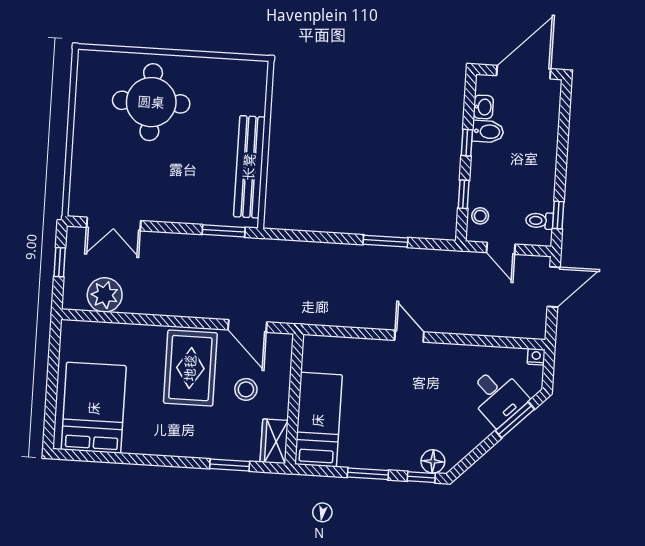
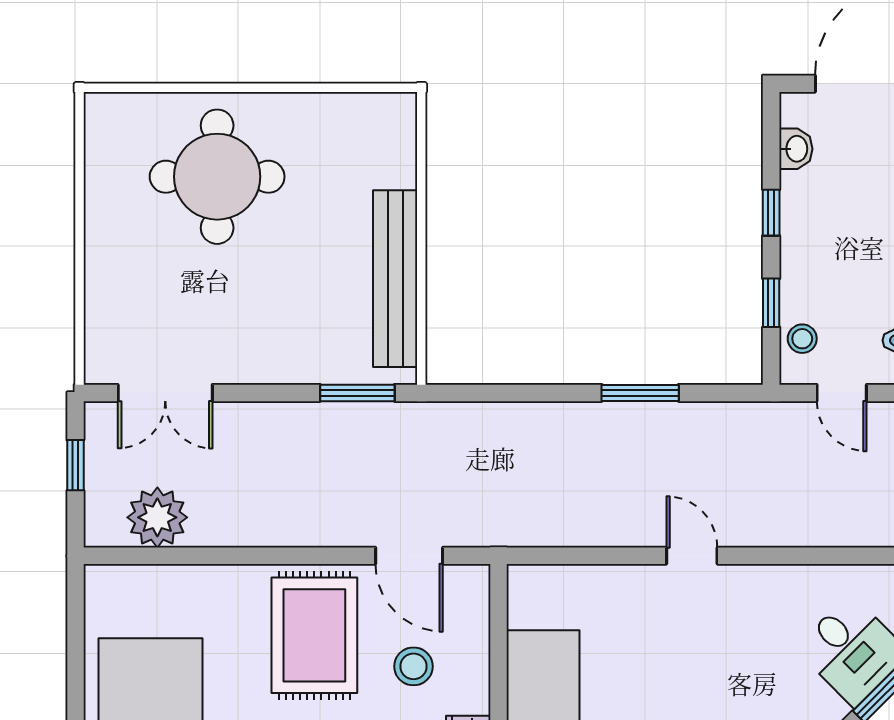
bidet: (488, 132) -> (806, 191), removed

